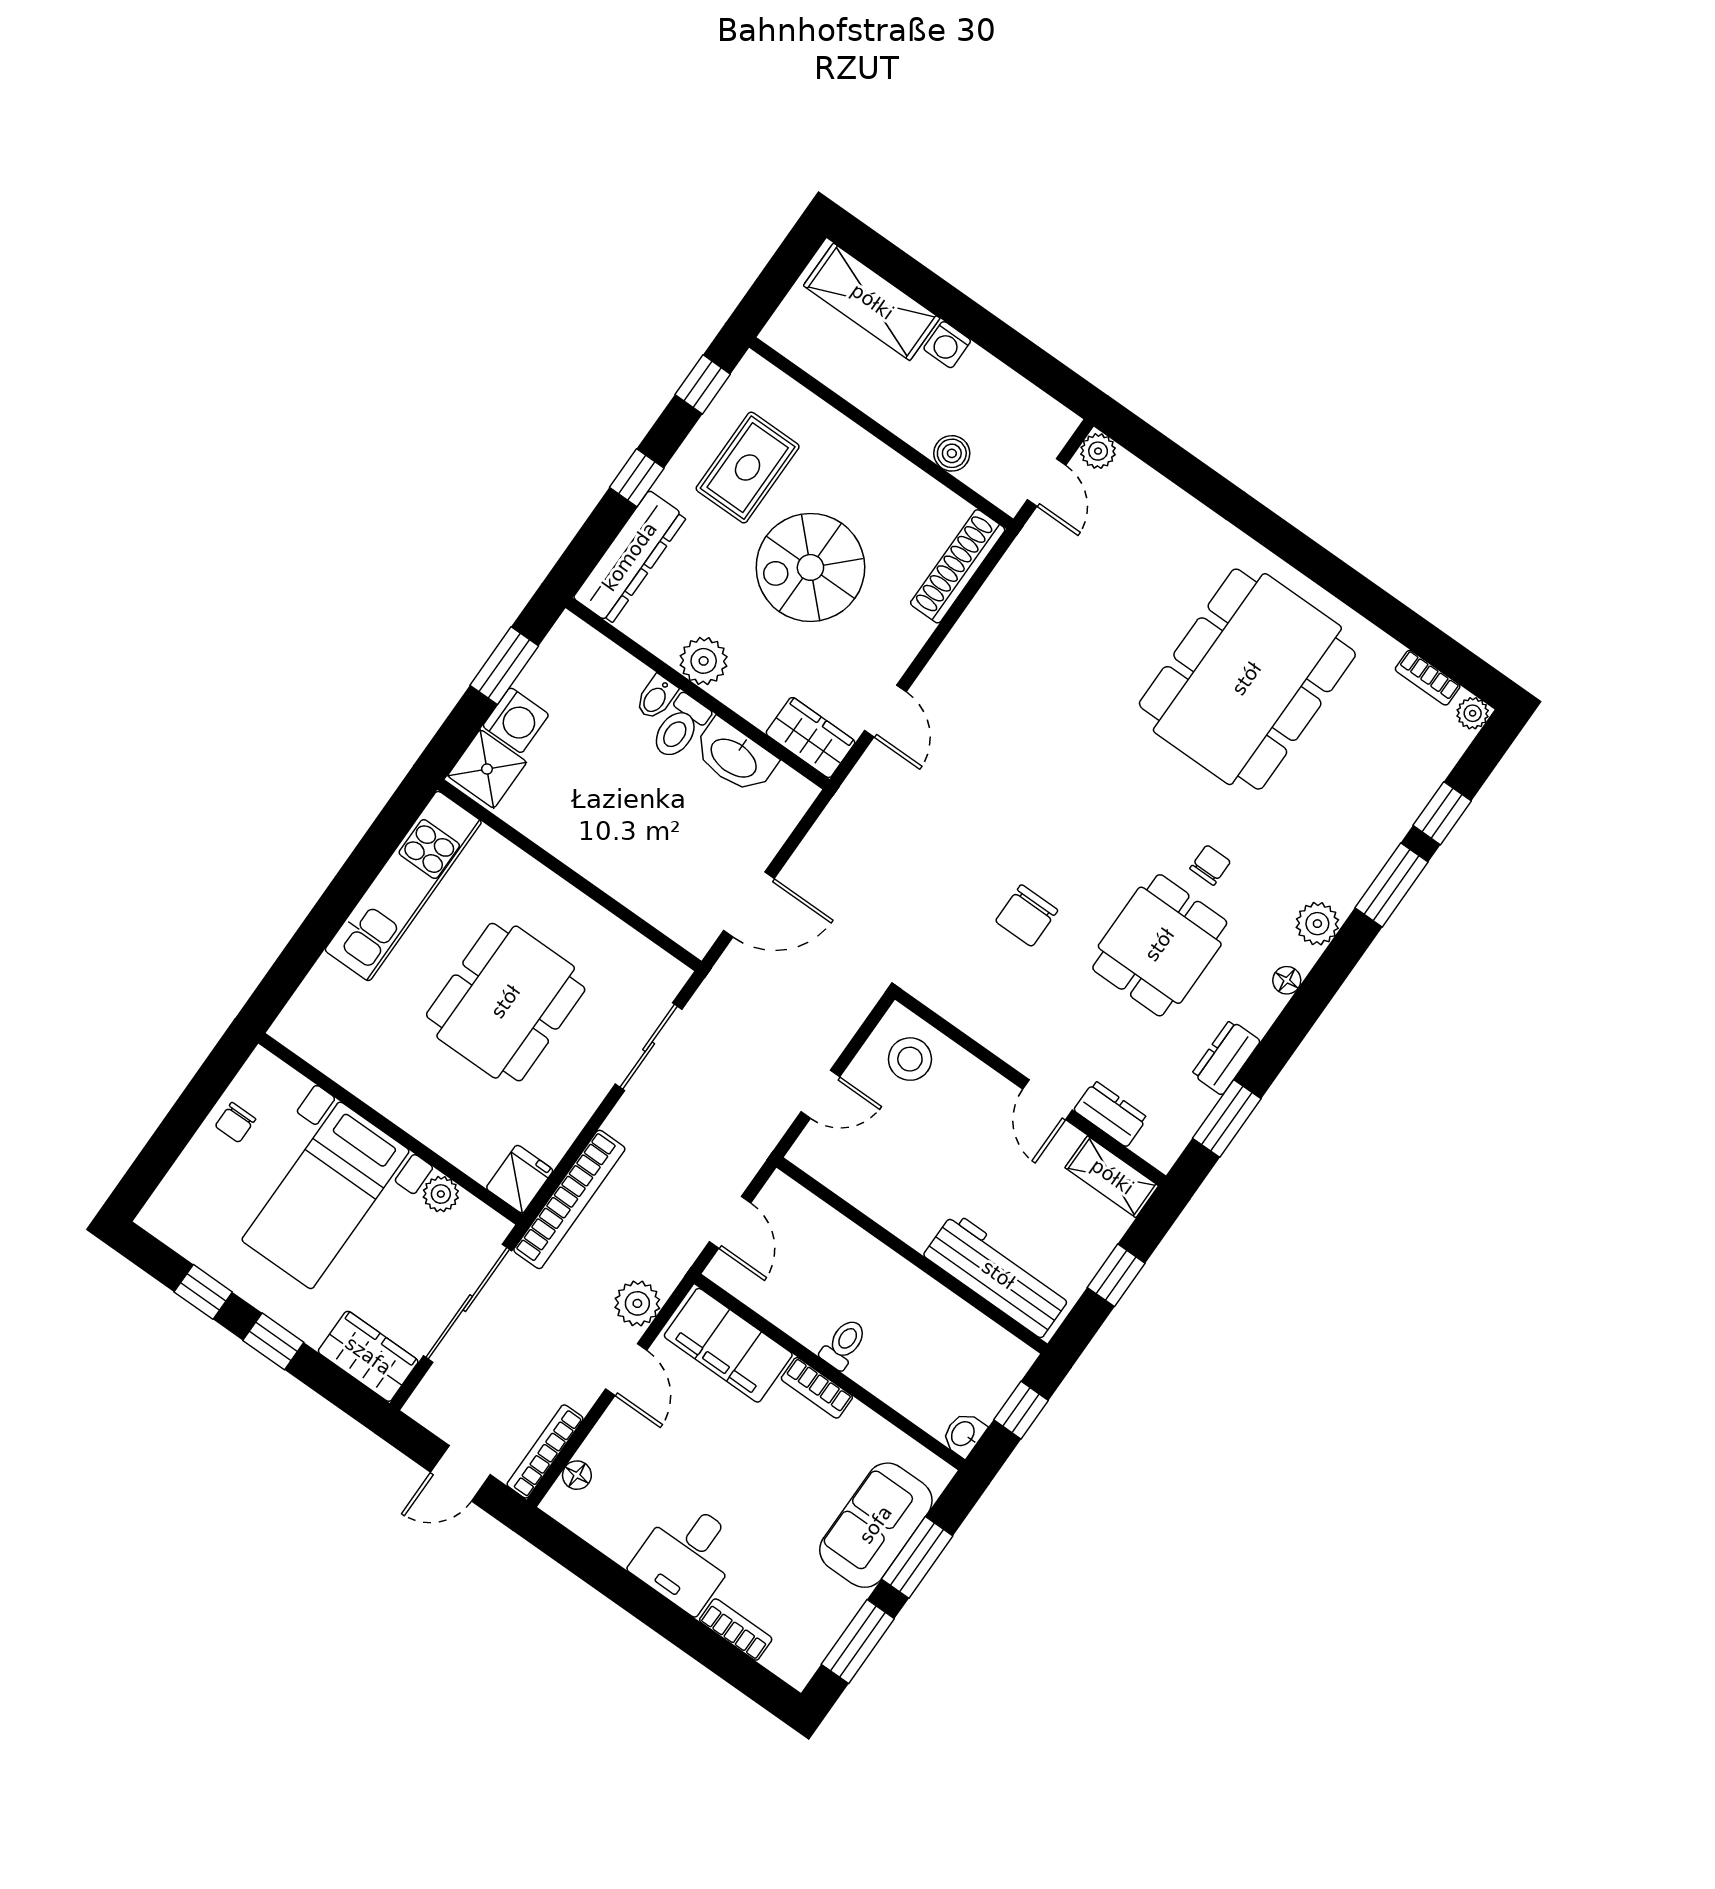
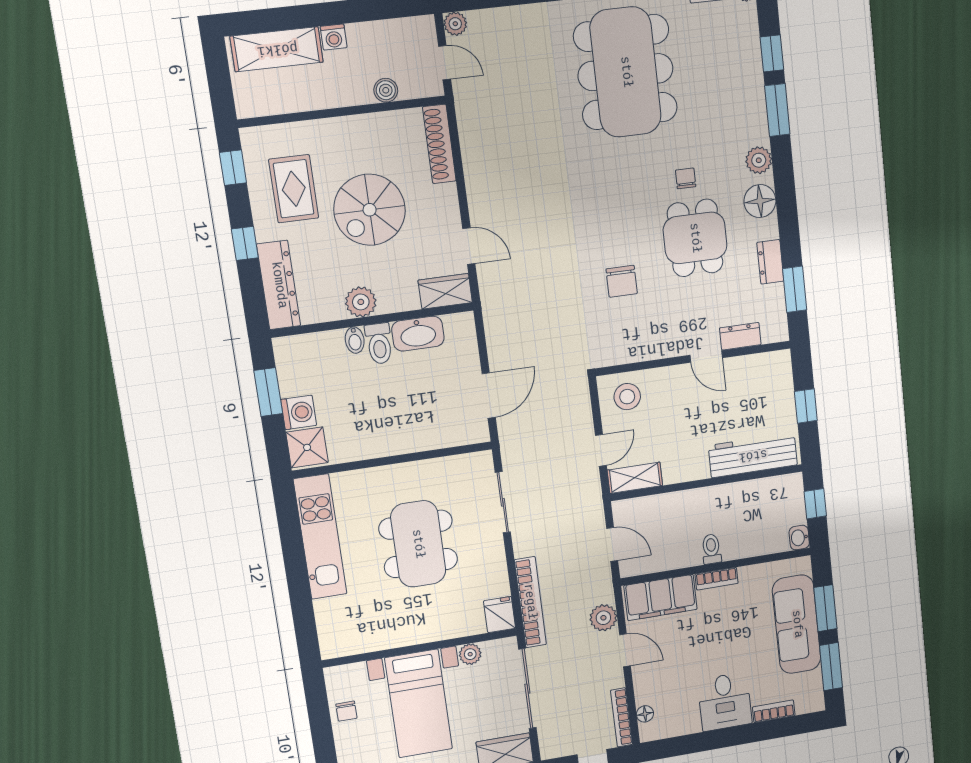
floor lamp: (1287, 980) -> (760, 201), width x1.89, depth x1.89
shelving: (1112, 1177) -> (635, 478), moved
sofa: (876, 1525) -> (797, 624), width x1.36

